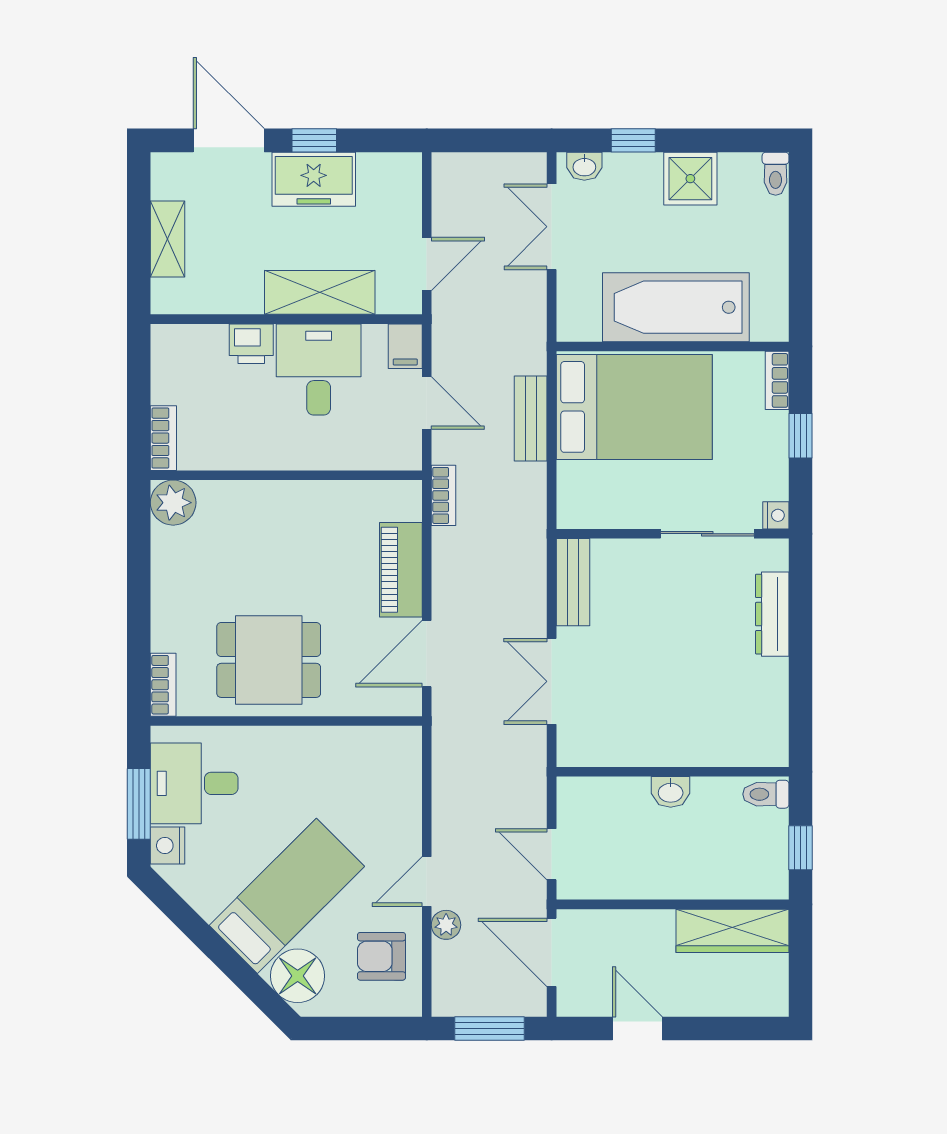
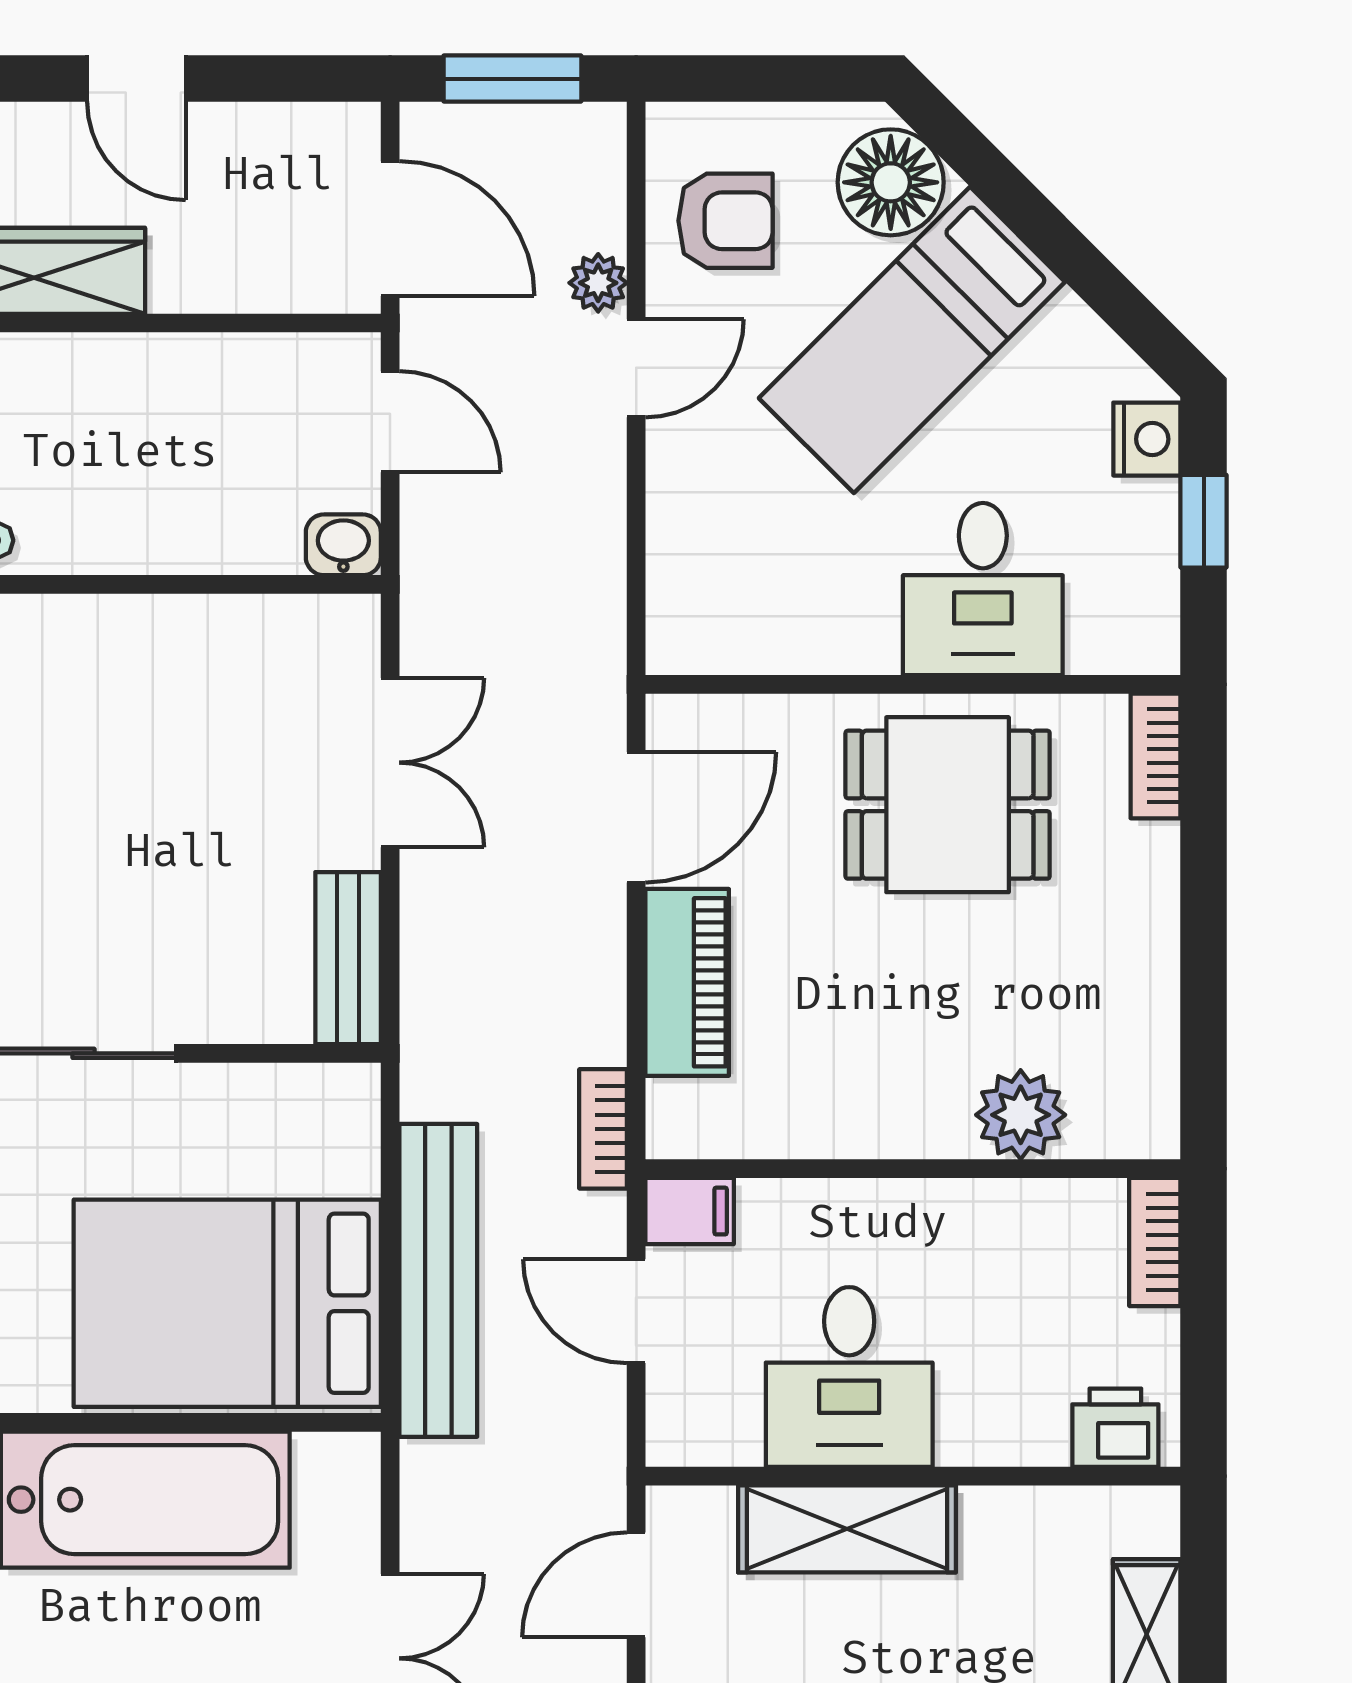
printer: (251, 344) -> (1115, 1428), moved
filing cabinet: (405, 346) -> (690, 1211), moved, turned 90
bench: (531, 419) -> (438, 1280), width x1.86, depth x1.21
plant: (173, 503) -> (1021, 1115), moved
desk: (194, 783) -> (983, 589), moved, turned 90
washbasin: (671, 792) -> (343, 545), moved
window: (139, 804) -> (1204, 521), width x0.67
door: (637, 1029) -> (136, 79), moved

